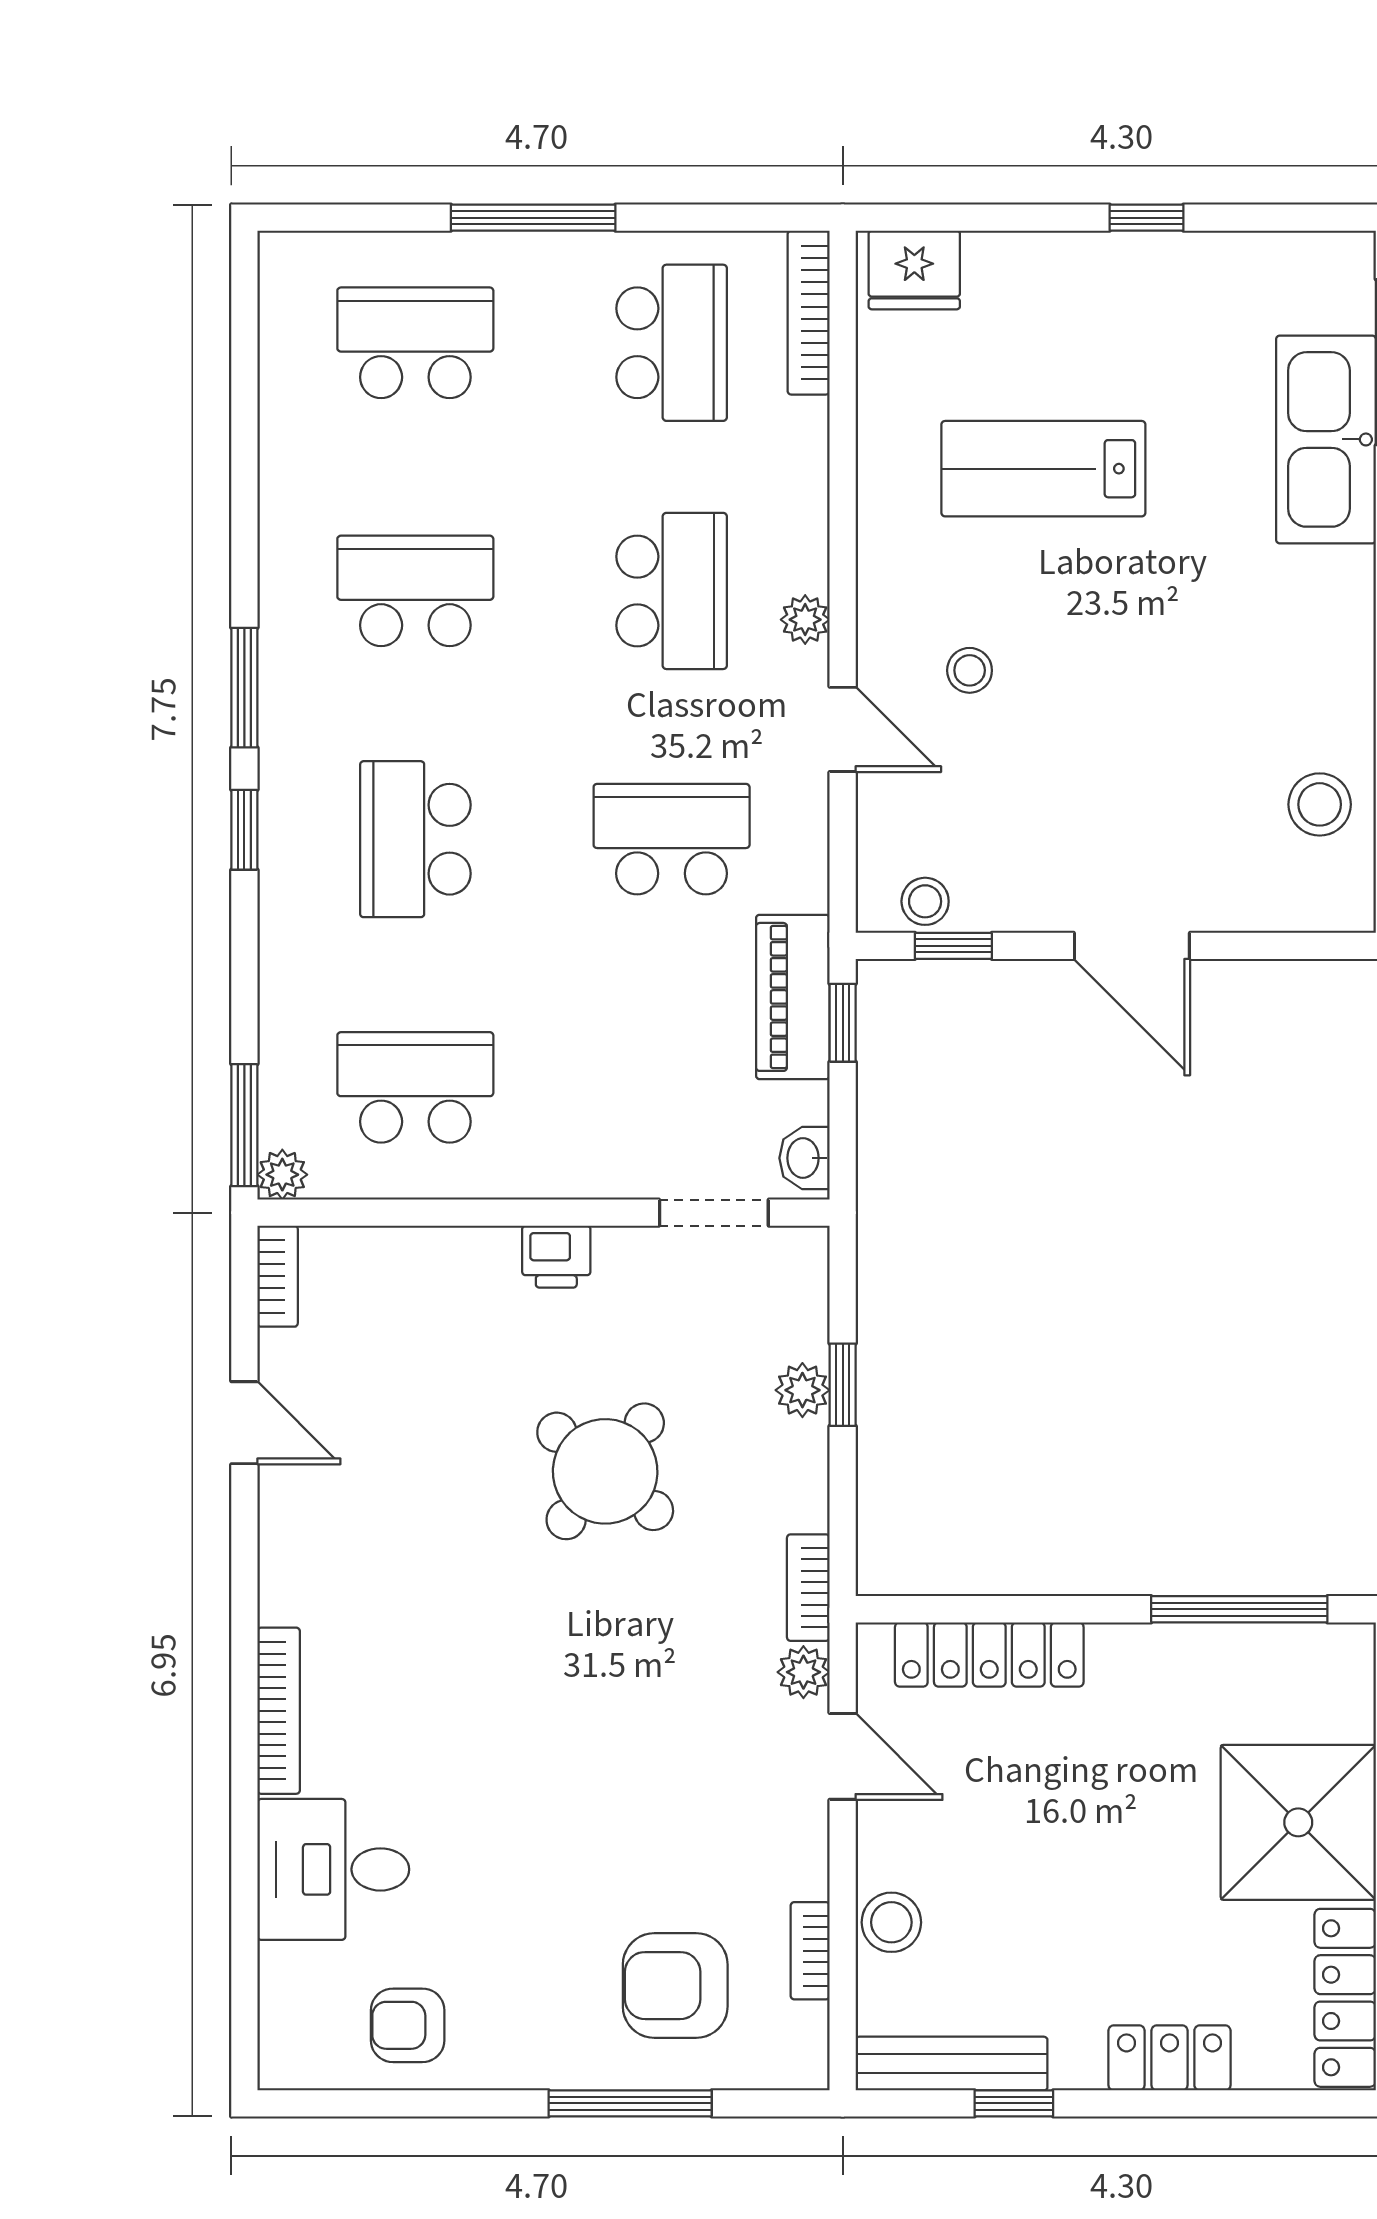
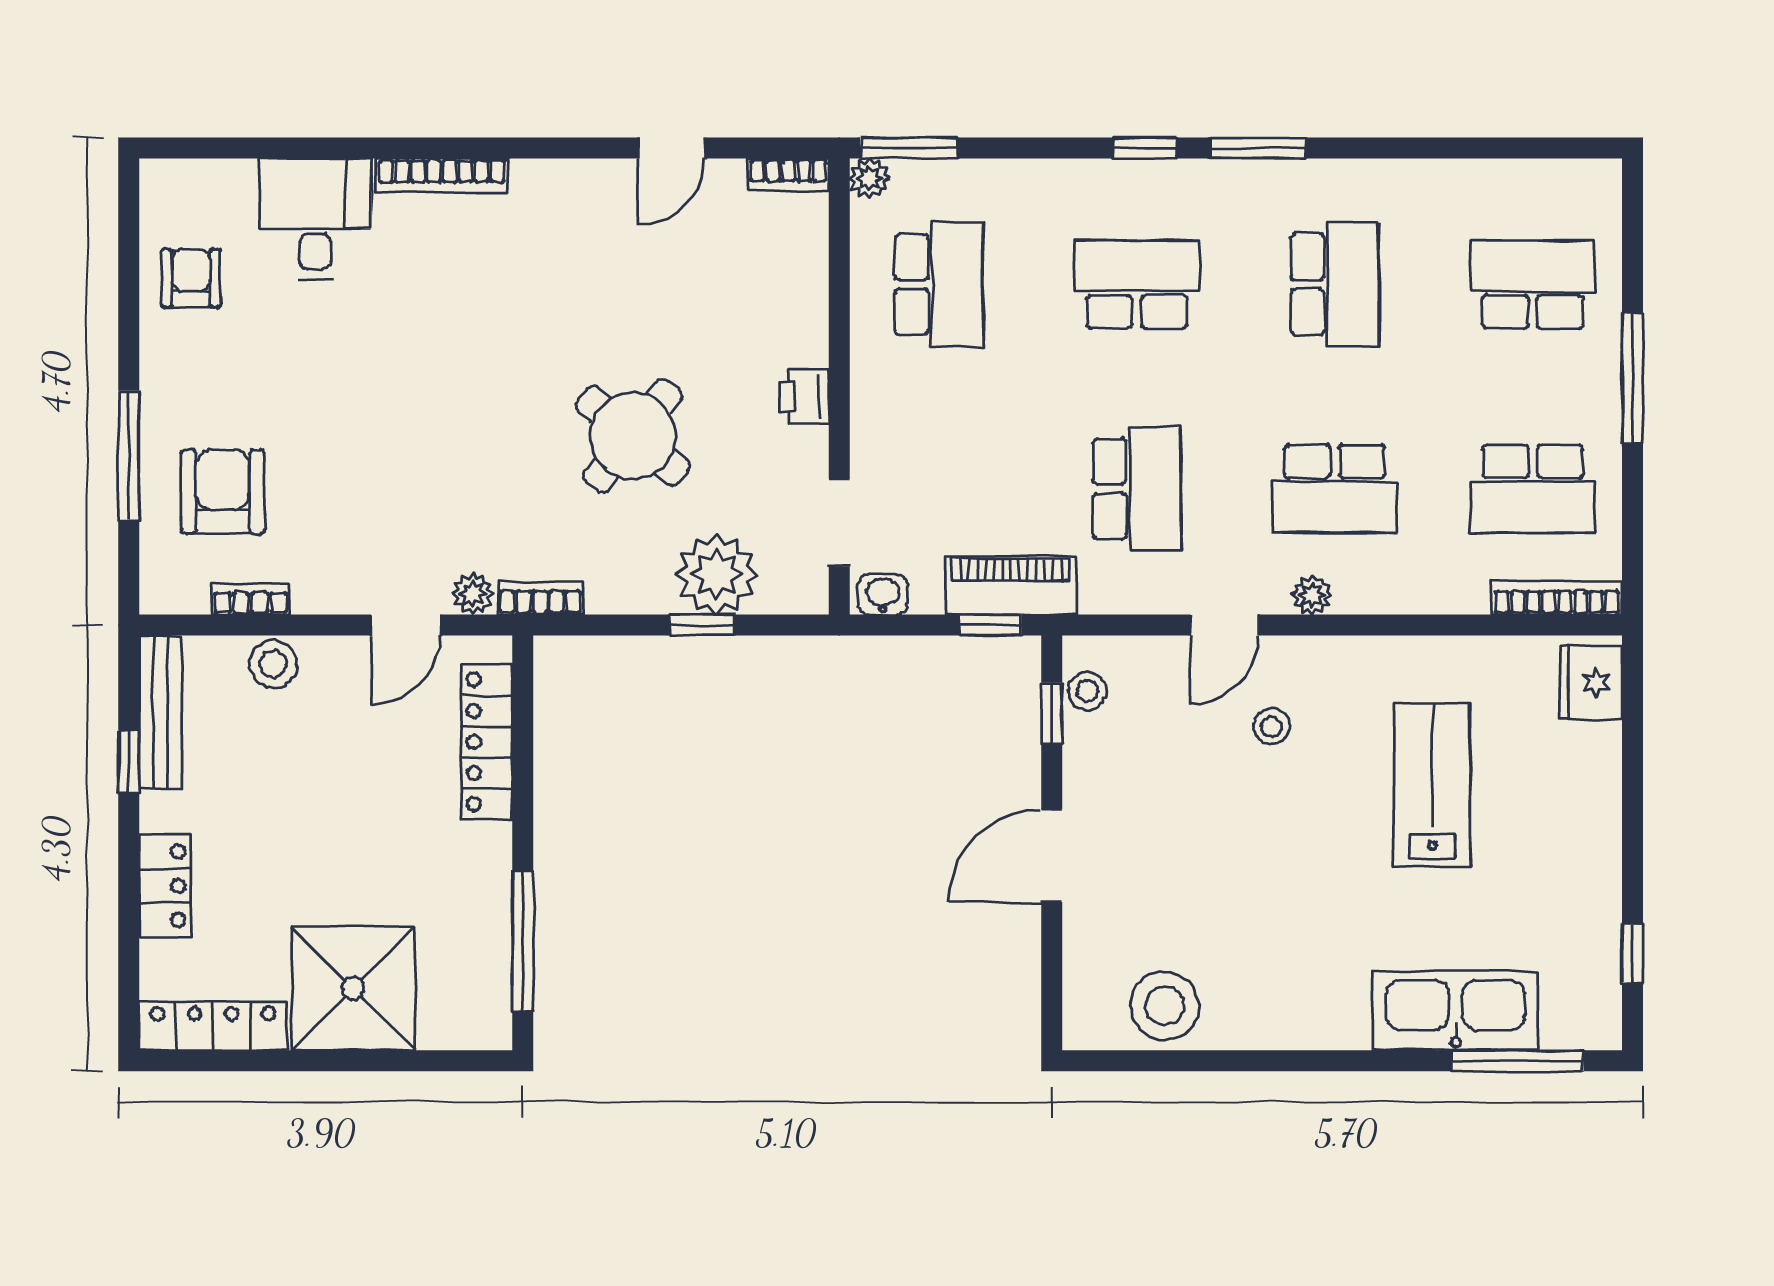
window: (1147, 218) -> (1633, 954), moved
school desk: (415, 343) -> (1533, 284), turned -90
stool: (1320, 804) -> (1165, 1005), width x1.38, depth x1.38
plant: (802, 1390) -> (716, 574), width x1.87, depth x1.87

